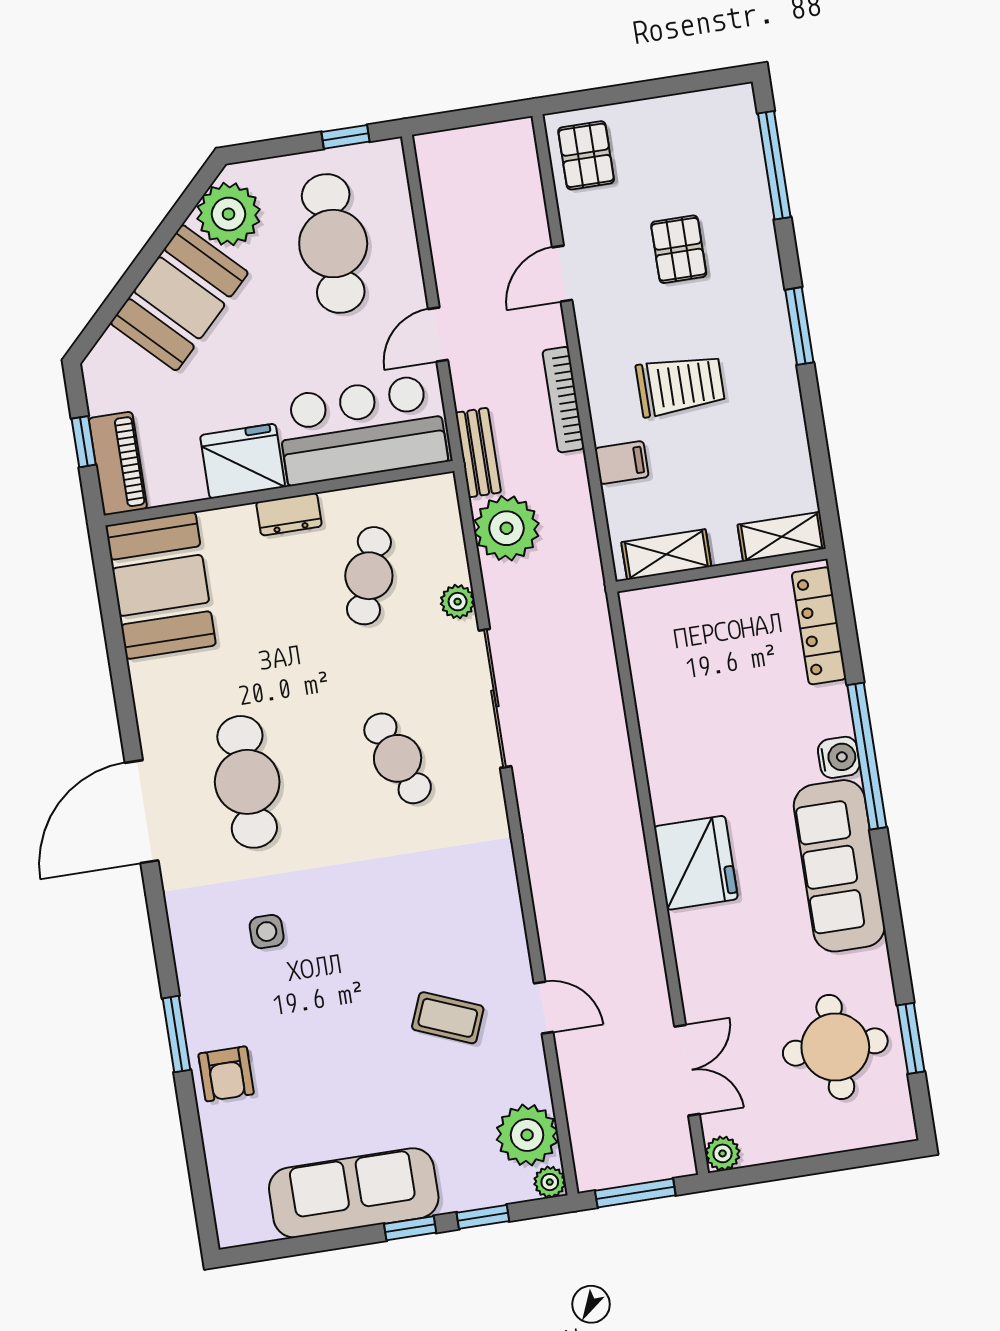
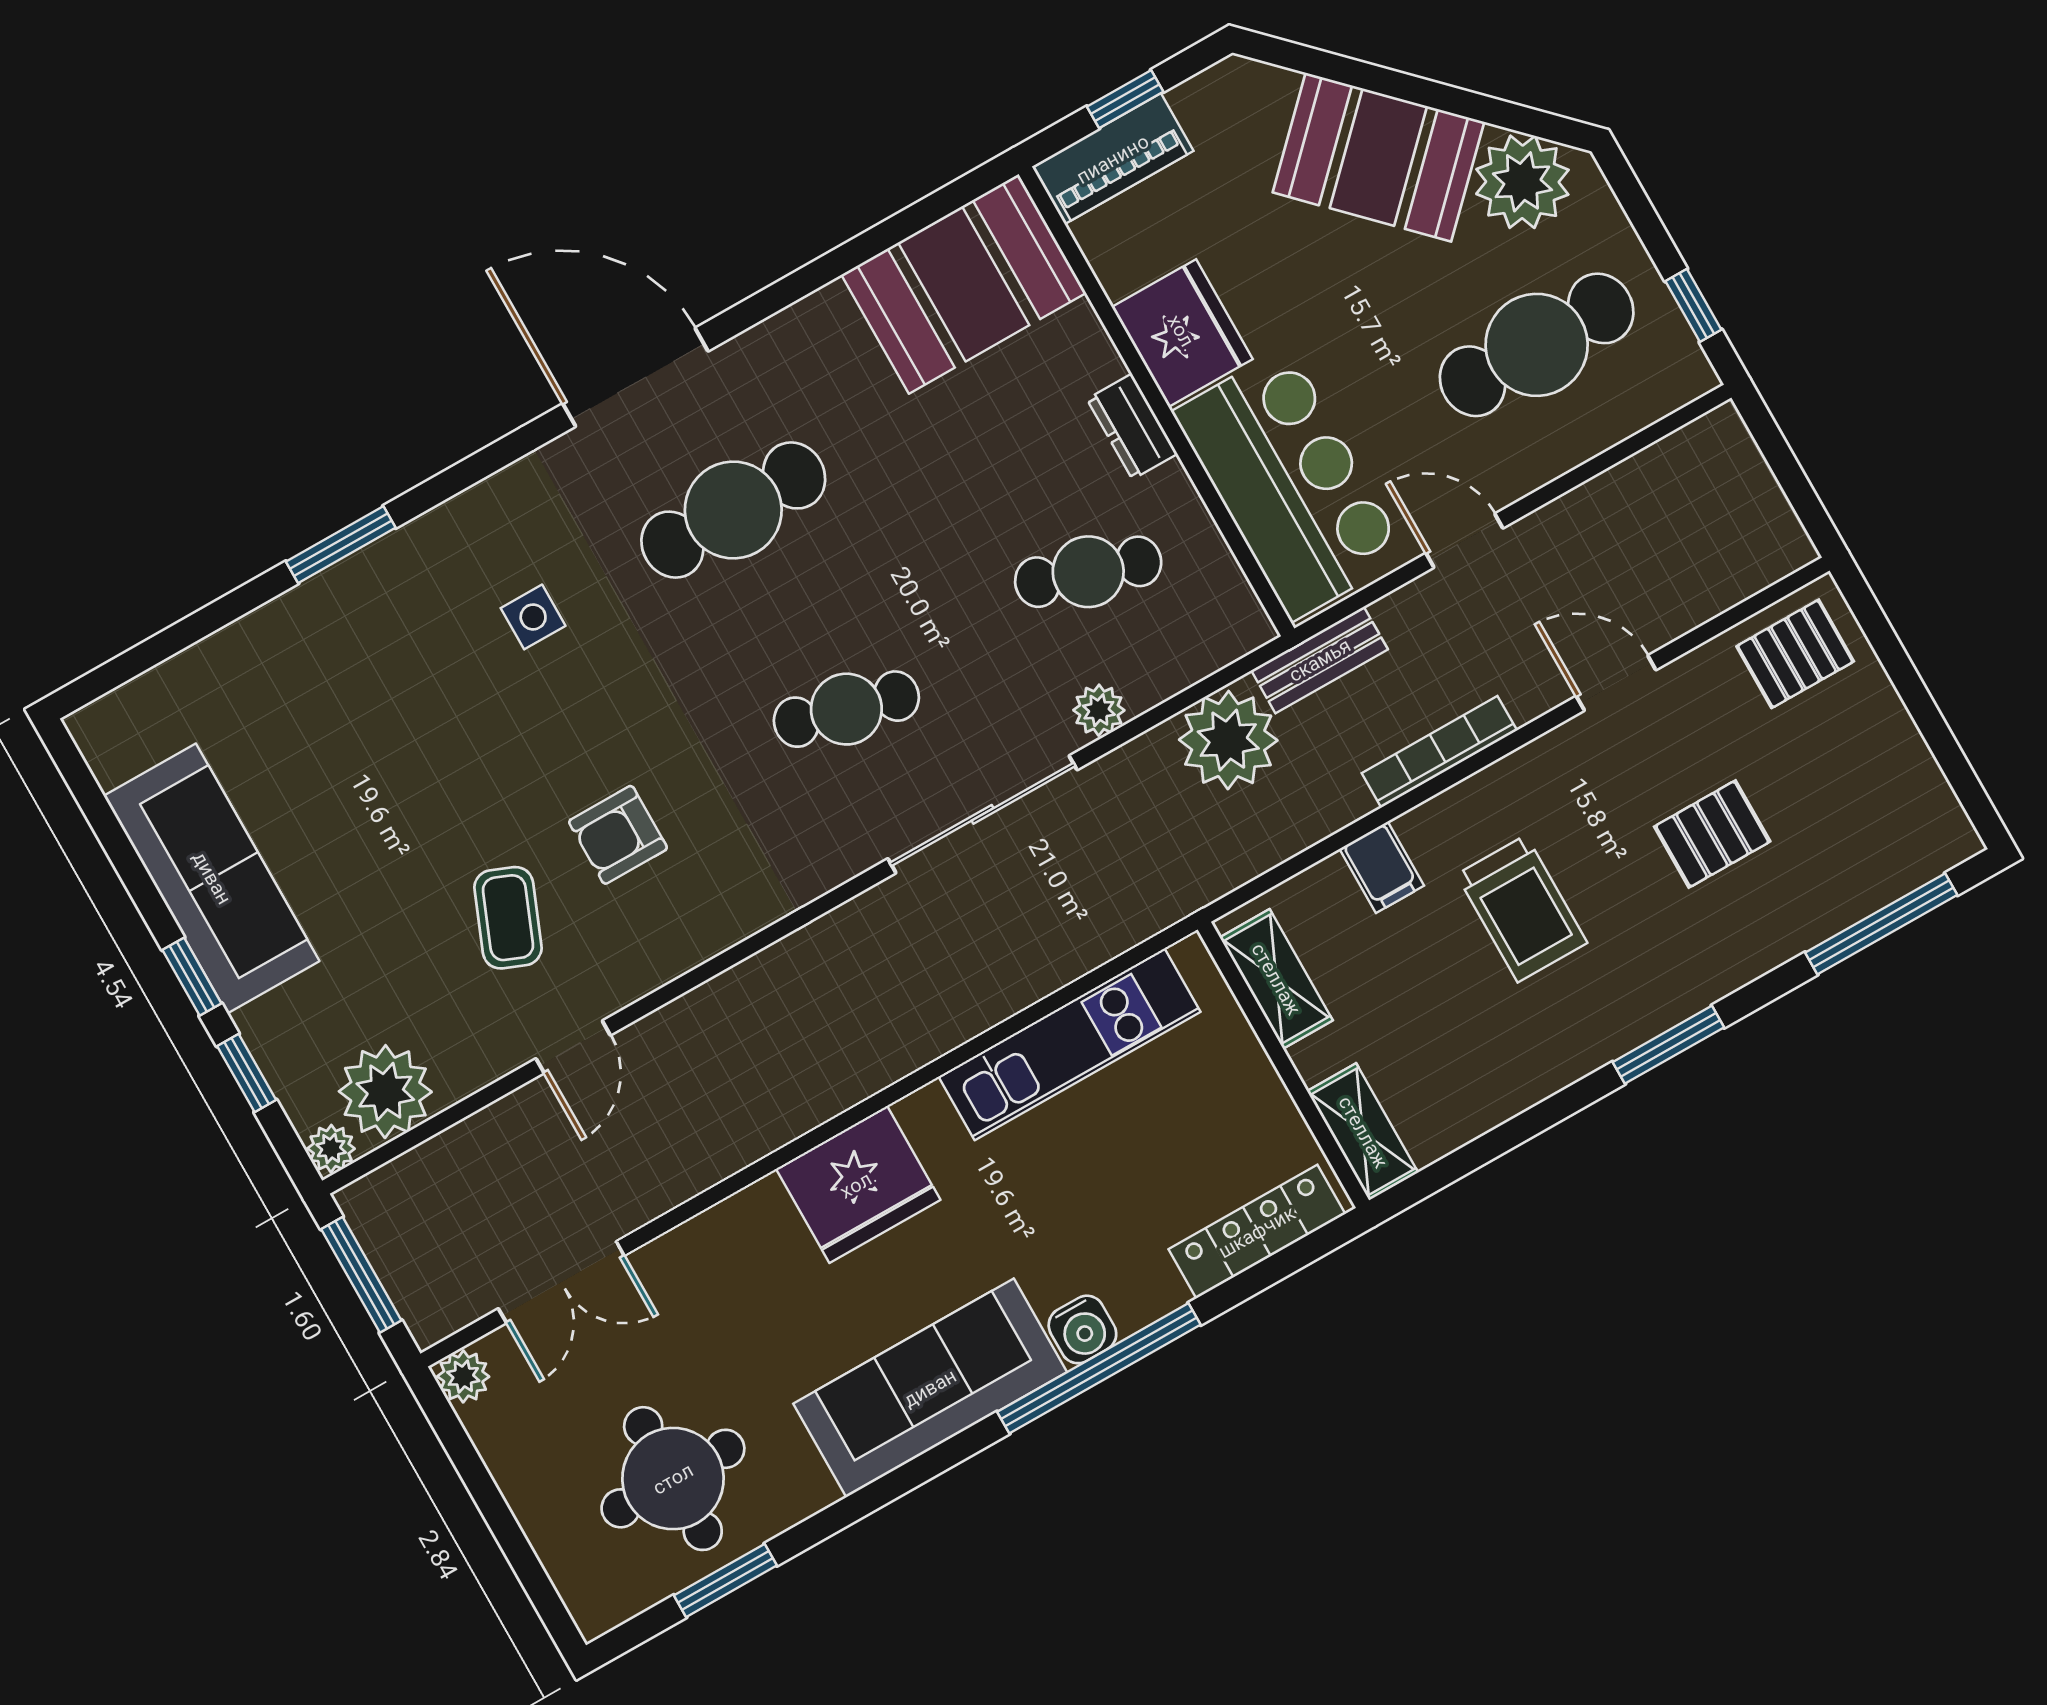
kitchen unit: (658, 698) -> (1070, 1044), added
cafe table: (398, 758) -> (846, 709), turned 36
armchair: (226, 1074) -> (618, 835), moved

